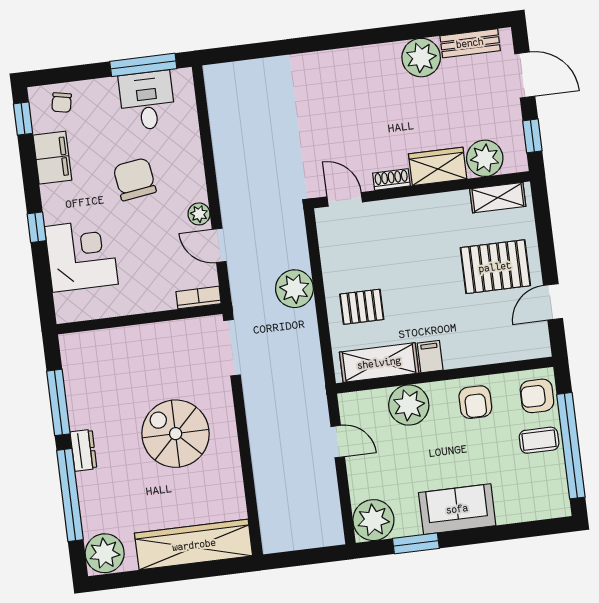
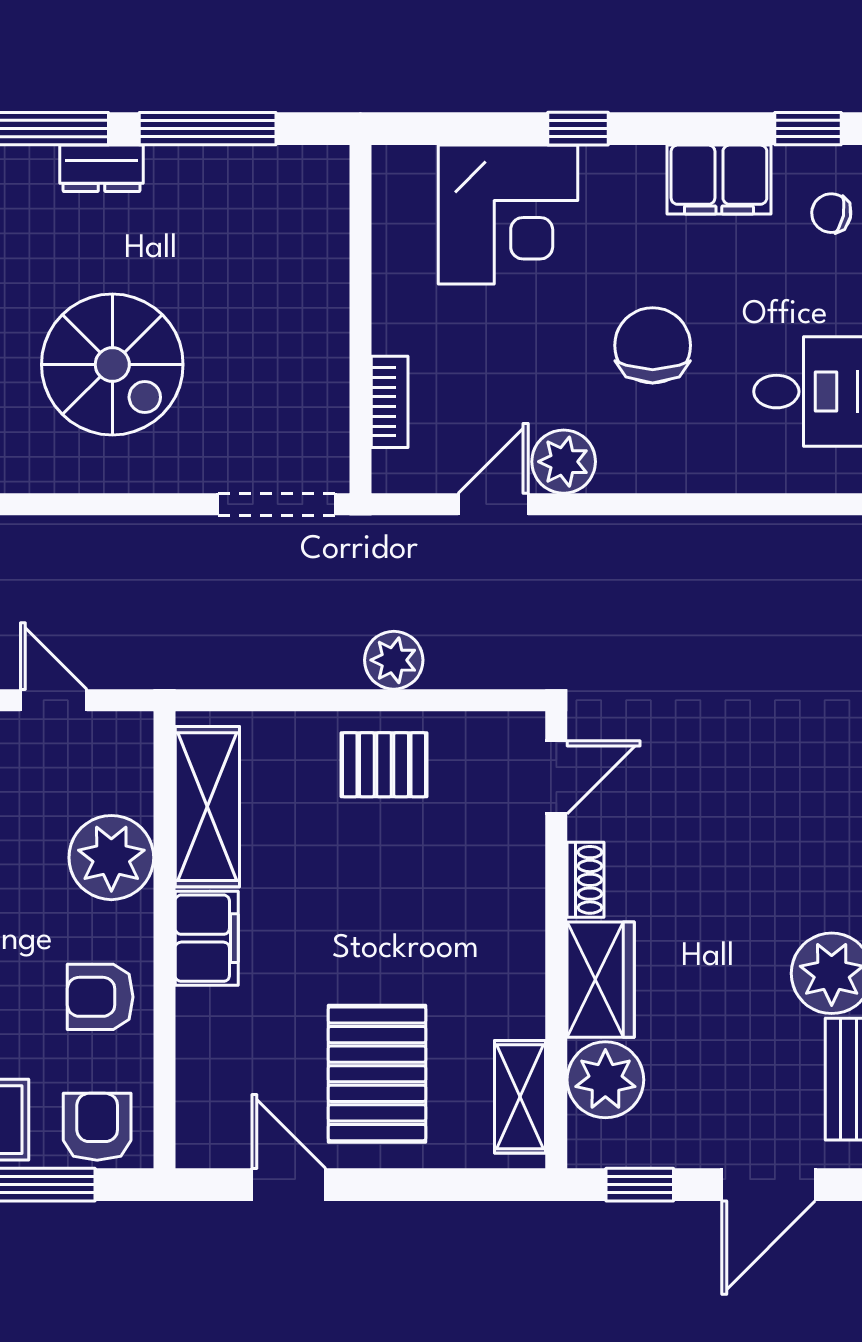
chair: (135, 179) -> (653, 345), turned -82
plant: (199, 214) -> (564, 462), width x1.38, depth x1.38
plant: (294, 289) -> (394, 660), width x0.73, depth x0.73
bookcase: (199, 298) -> (390, 402), moved
pallet: (362, 307) -> (384, 765), moved, turned 90
filing cabinet: (430, 357) -> (207, 938), width x2.00
spiral stairs: (176, 434) -> (112, 365), turned 90
door: (338, 442) -> (54, 700), swing flipped

